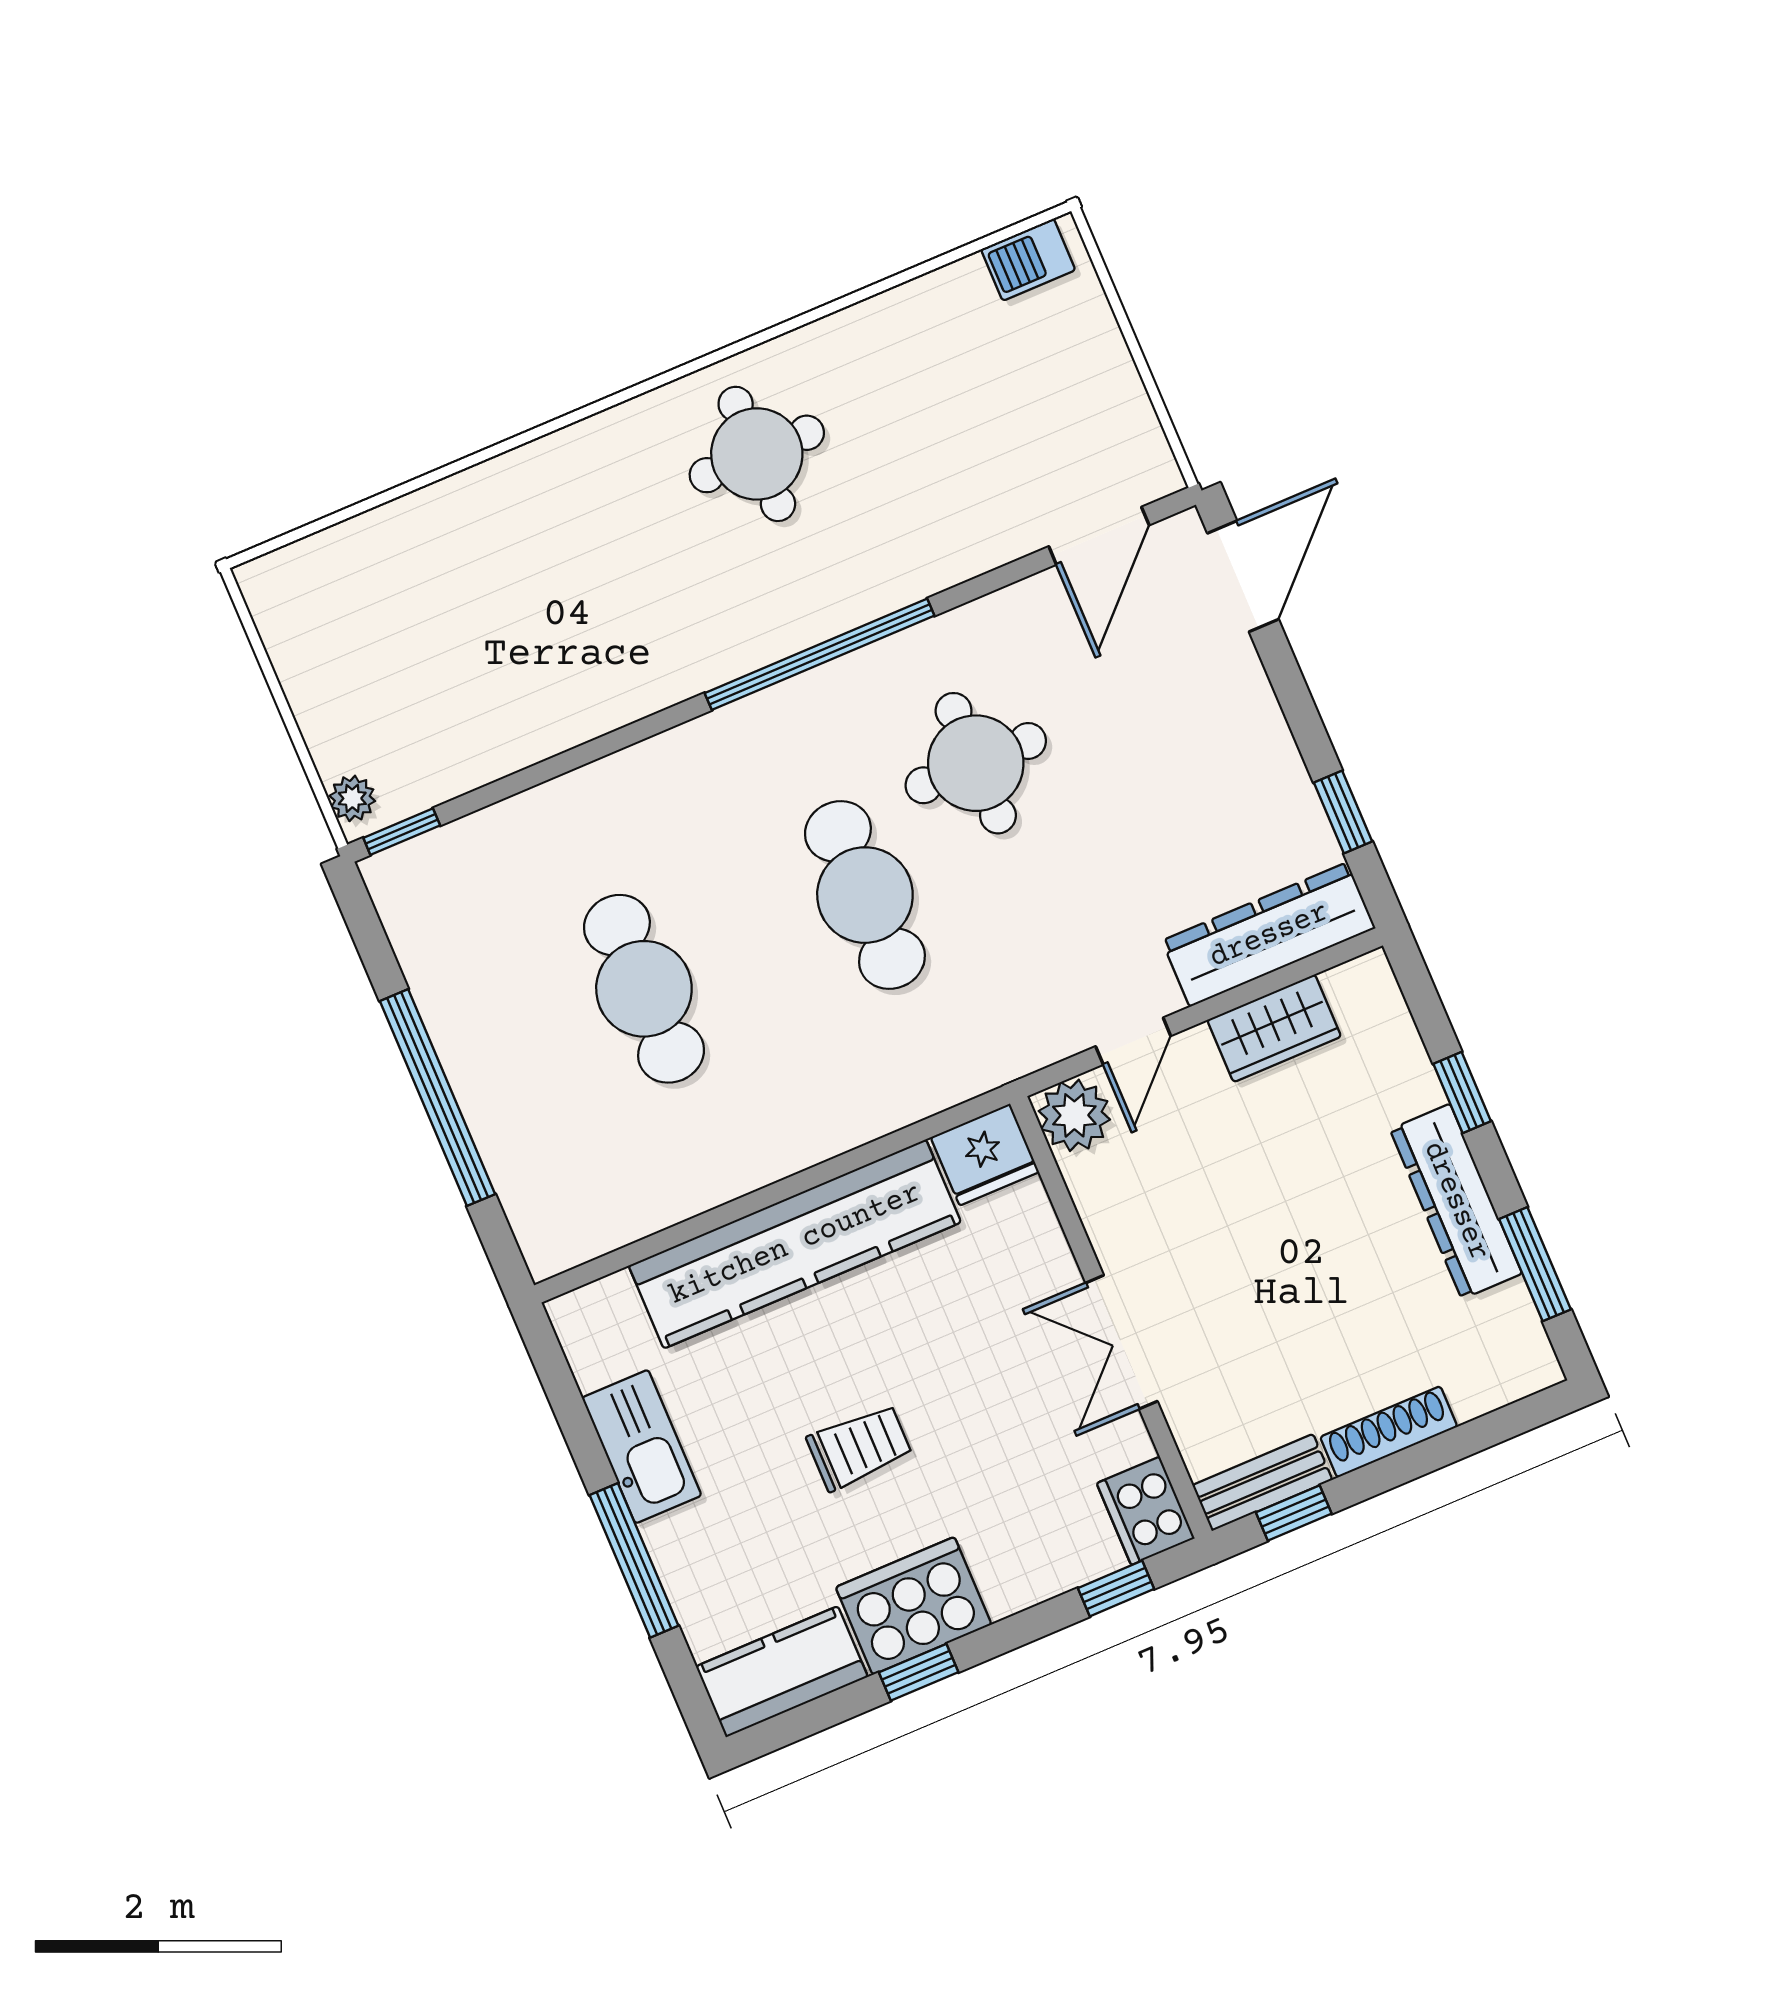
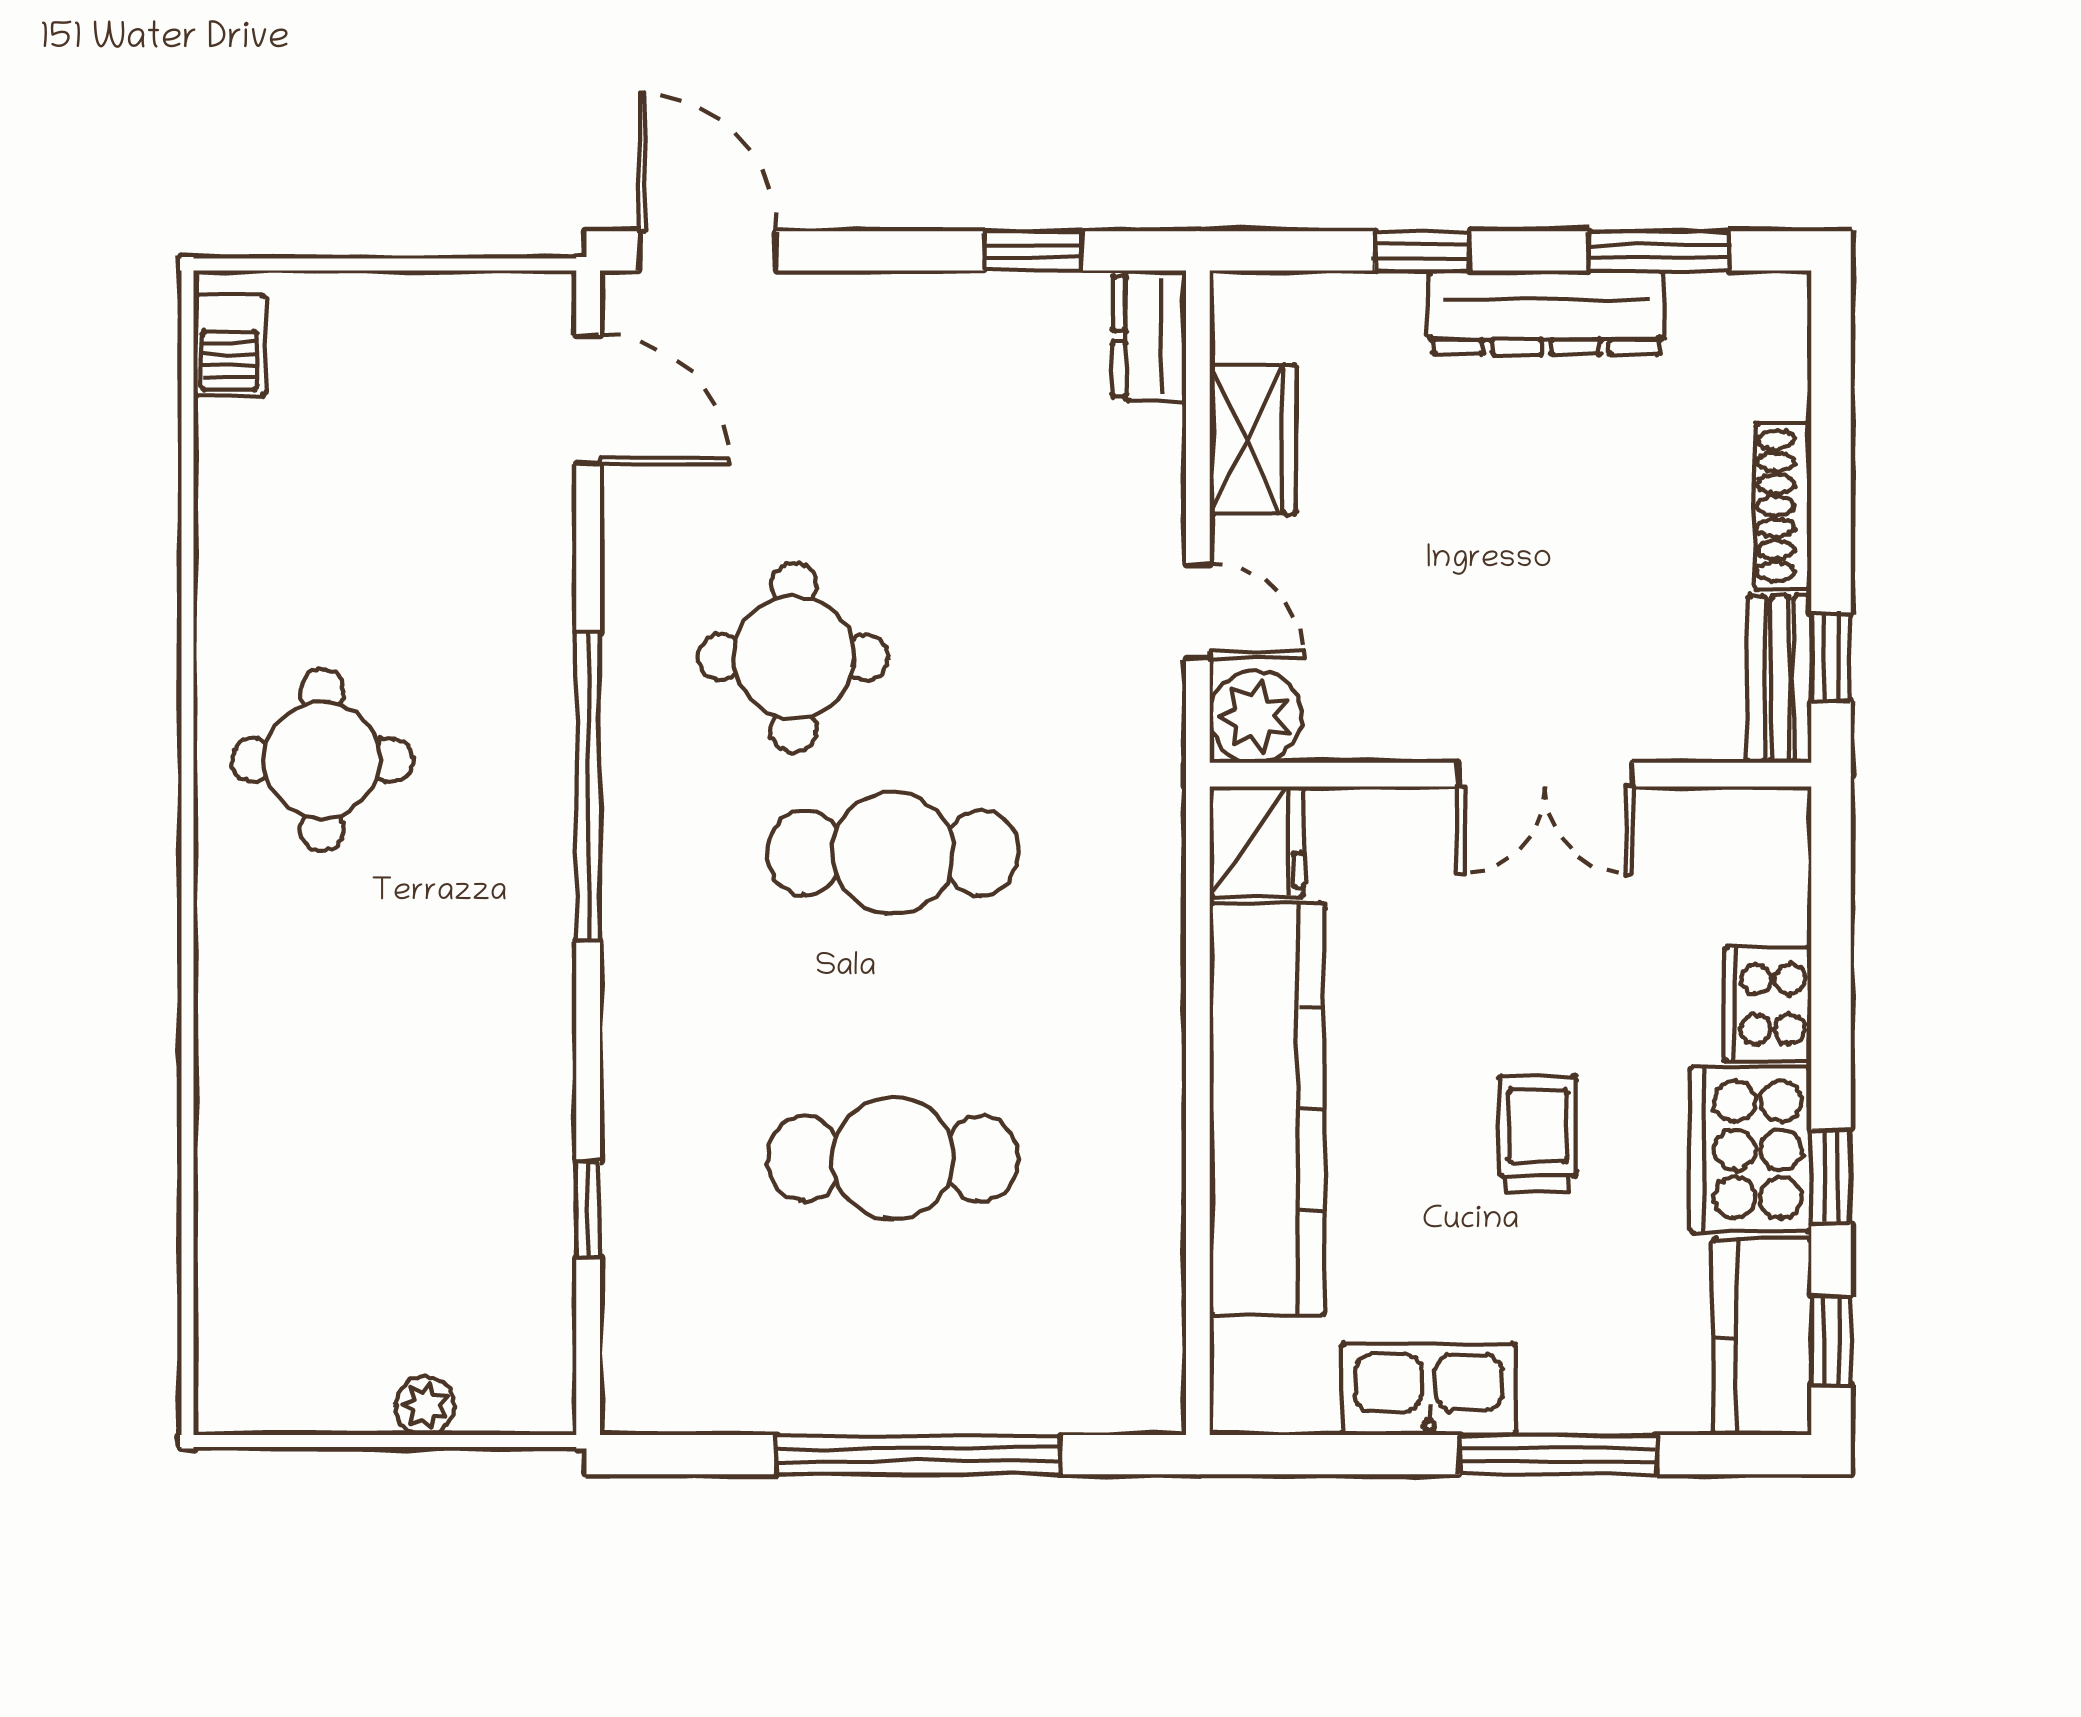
plant: (352, 798) -> (425, 1406), moved
window: (402, 832) -> (588, 1209), moved
dresser: (1269, 935) -> (1149, 336), width x0.51, depth x0.80
cooker: (1146, 1511) -> (1768, 1004), moved, turned 90
window: (1116, 1588) -> (1831, 1341), moved

